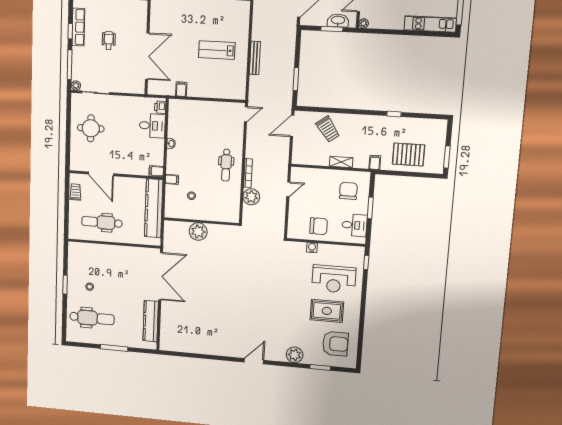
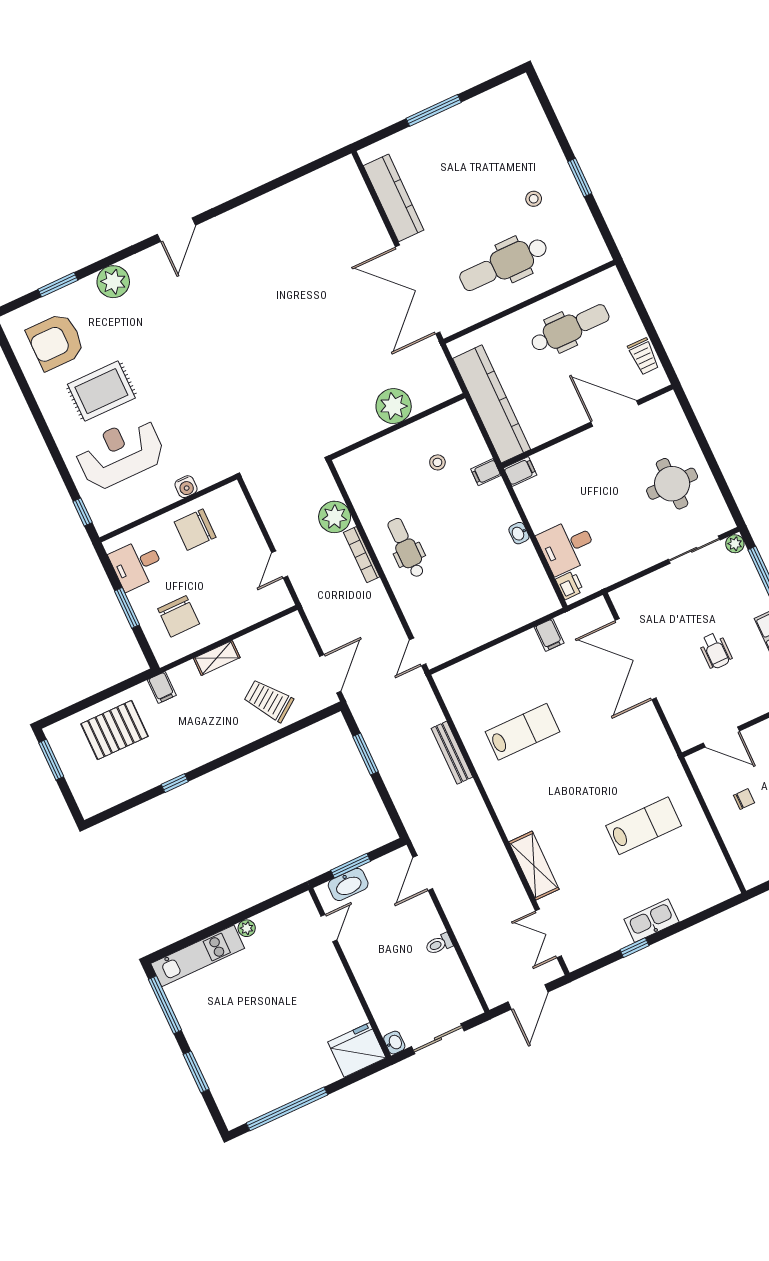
plant: (364, 23) -> (247, 928), moved
dental chair: (92, 318) -> (504, 264), moved

